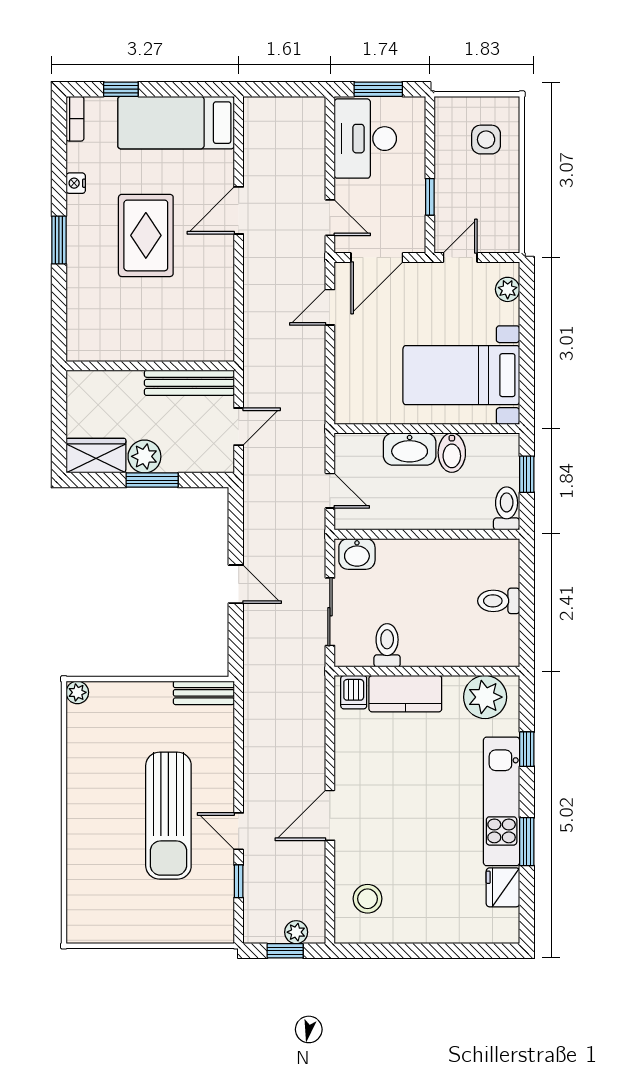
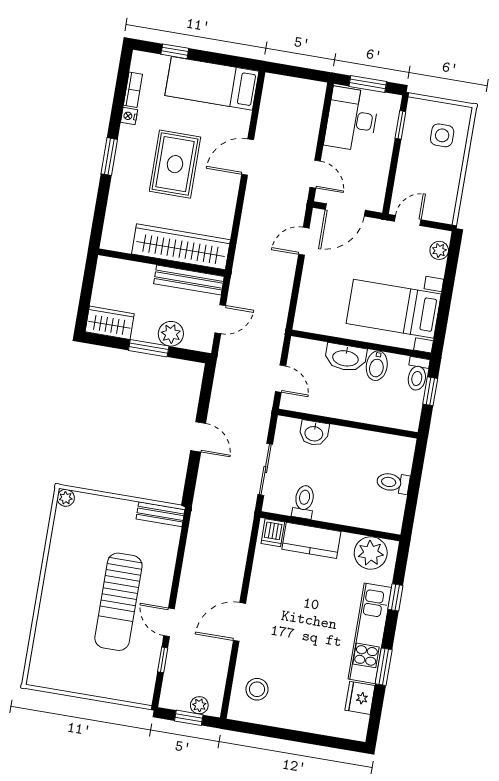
bookcase: (75, 119) -> (133, 90), moved
window: (430, 197) -> (400, 125), moved
wardrobe: (172, 341) -> (181, 247), added
plant: (144, 456) -> (171, 334), moved
toilet: (507, 508) -> (418, 374), moved, turned 180
washbasin: (357, 554) -> (314, 433), moved

